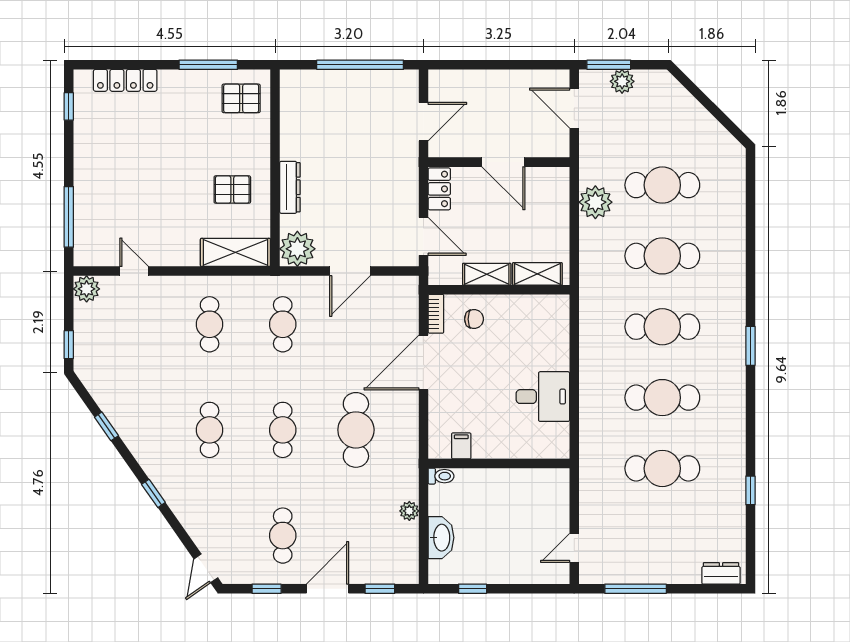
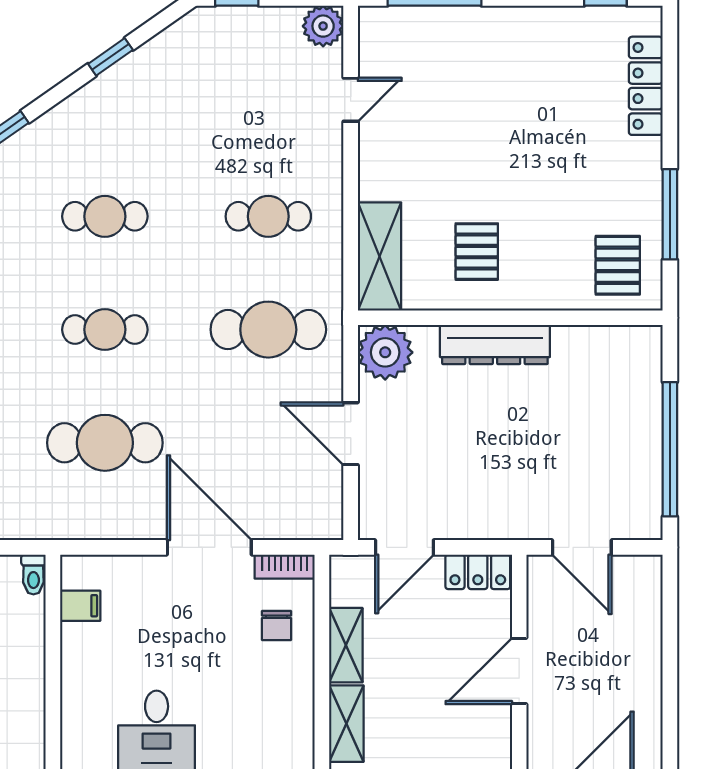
dresser: (290, 187) -> (495, 345), width x1.37, depth x1.24
cafe table: (283, 324) -> (268, 330), width x1.37, depth x1.35

